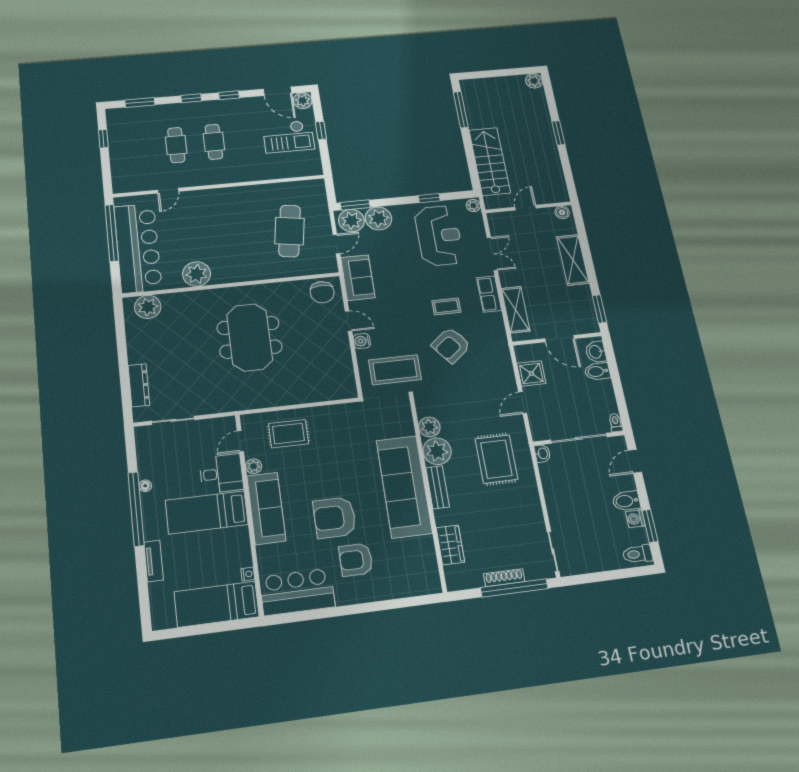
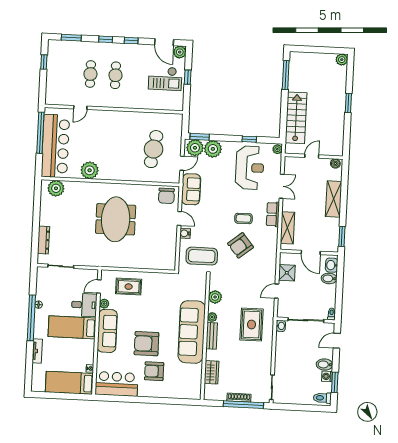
plant: (437, 451) -> (212, 317), width x0.53, depth x0.53

